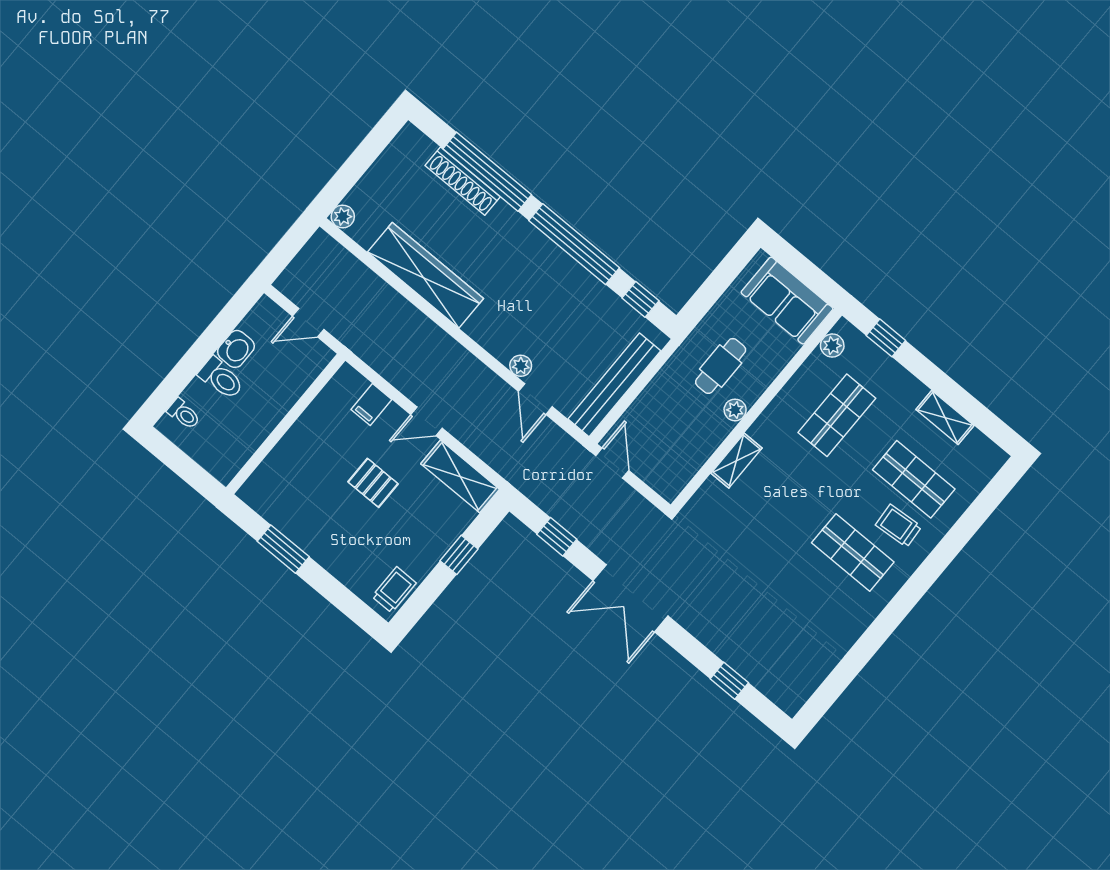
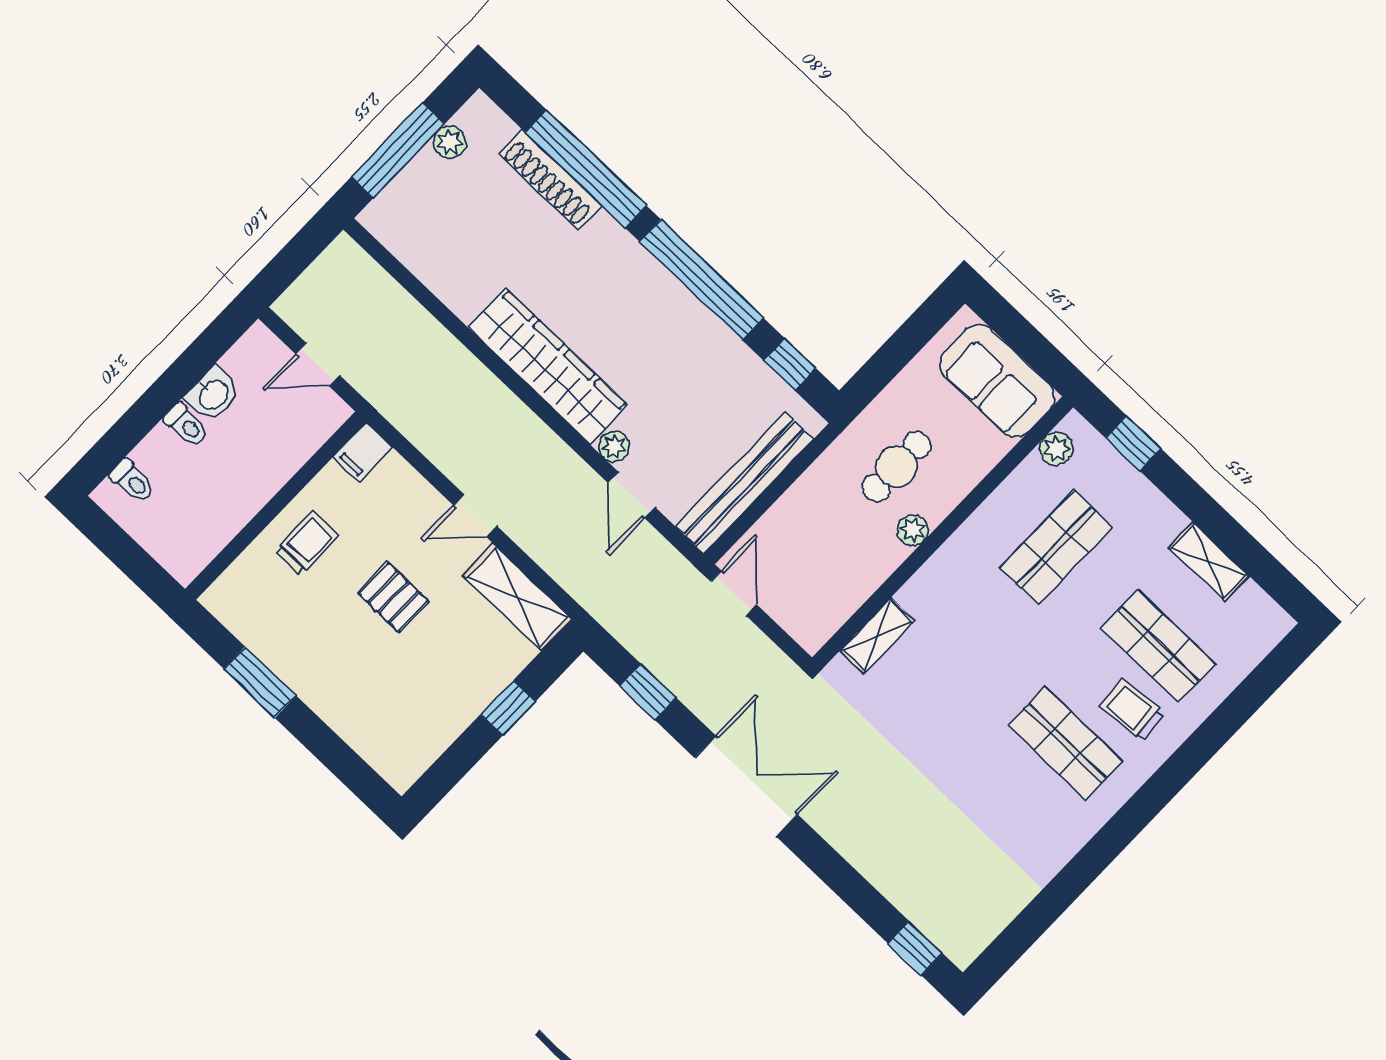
window: (354, 168) -> (398, 150), added
plant: (343, 217) -> (450, 142), moved
wardrobe: (425, 275) -> (548, 366), moved
toilet: (221, 378) -> (186, 425), width x0.73, depth x0.72
filing cabinet: (371, 404) -> (363, 452), moved
shelving: (736, 461) -> (877, 636), moved
trolley: (394, 590) -> (307, 543), moved
double door: (631, 598) -> (746, 786), swing flipped
window: (729, 681) -> (915, 948), moved

